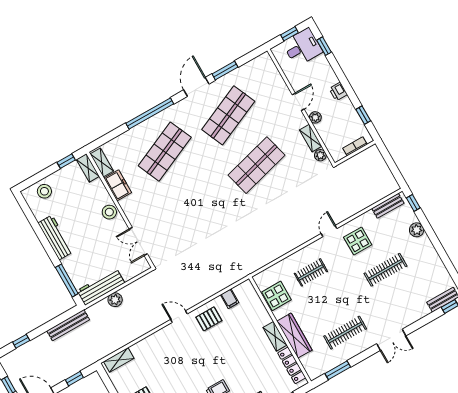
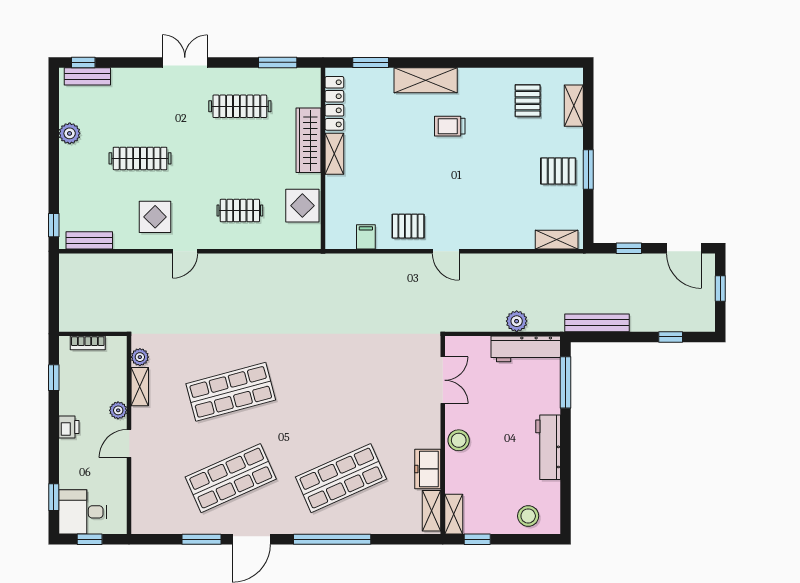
plant: (417, 230) -> (70, 133), moved

